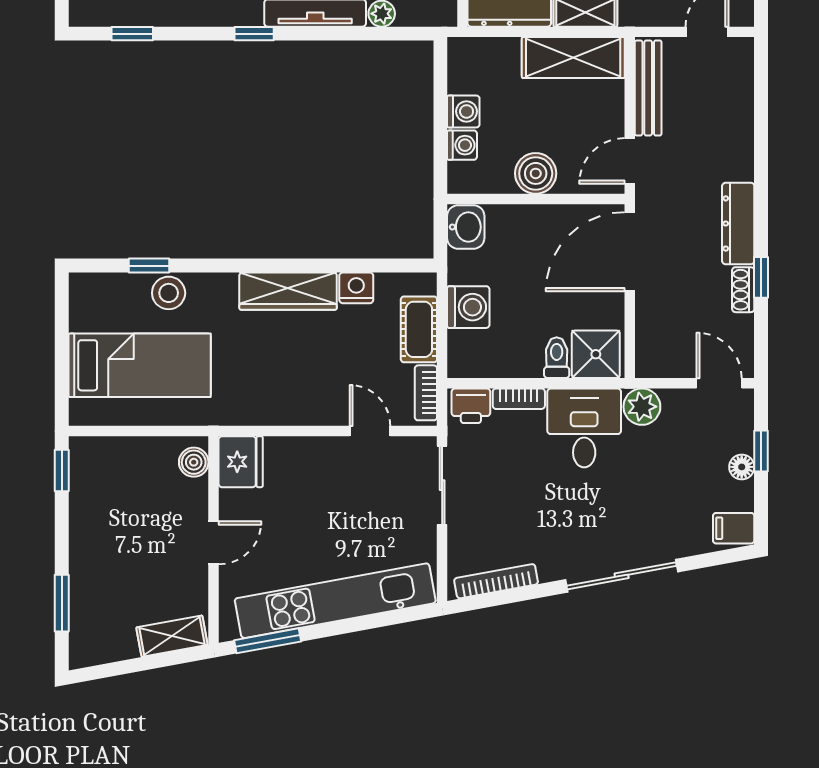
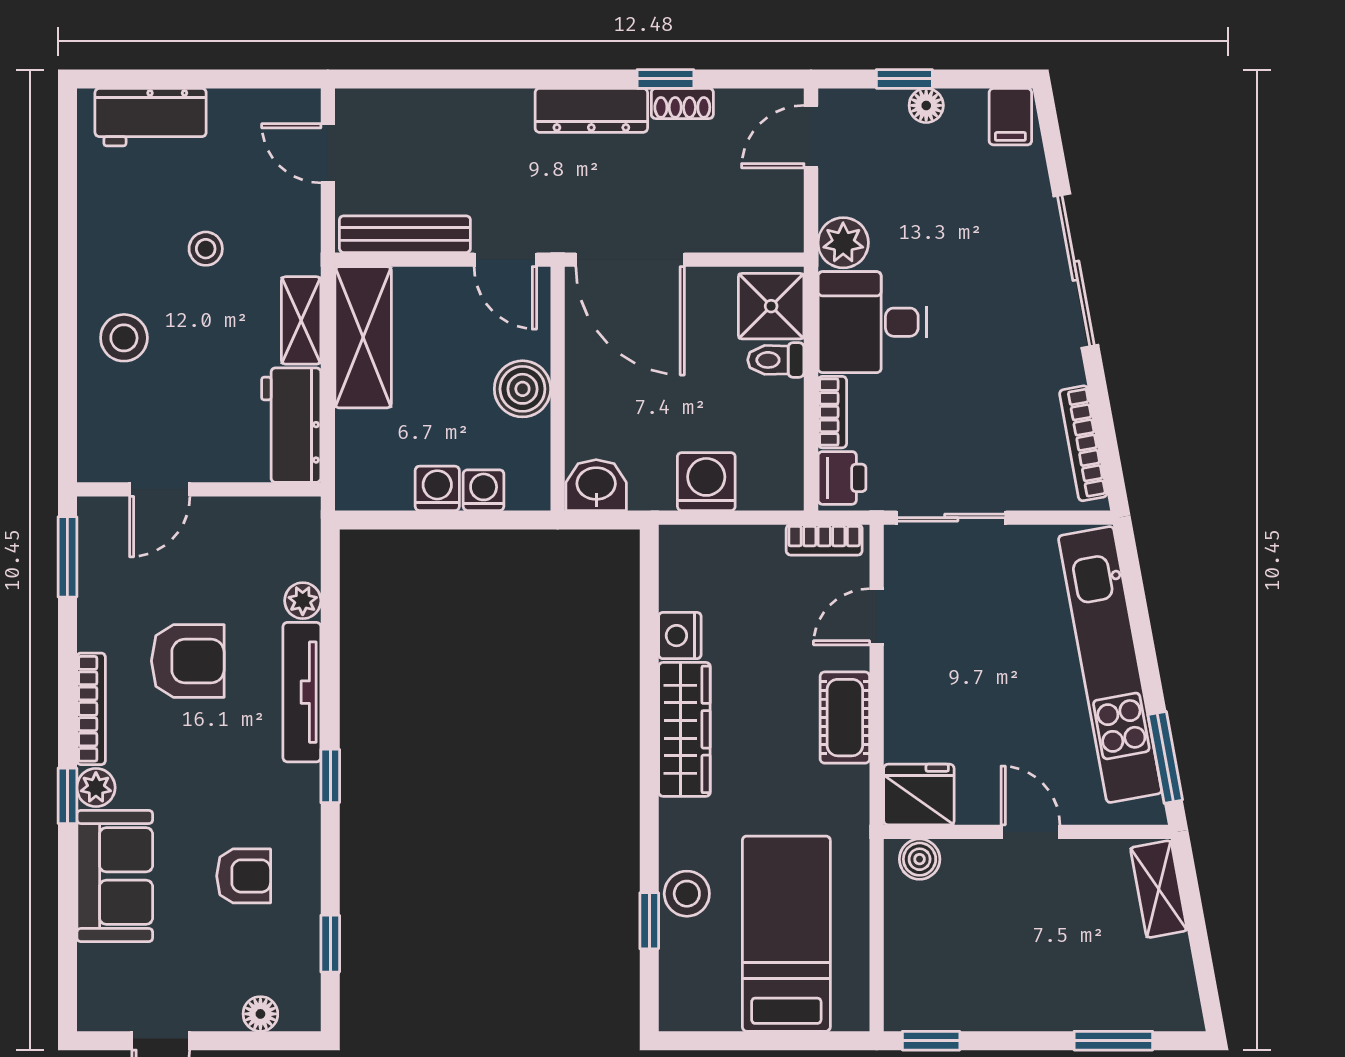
cot: (419, 329) -> (845, 718), moved, turned 90

